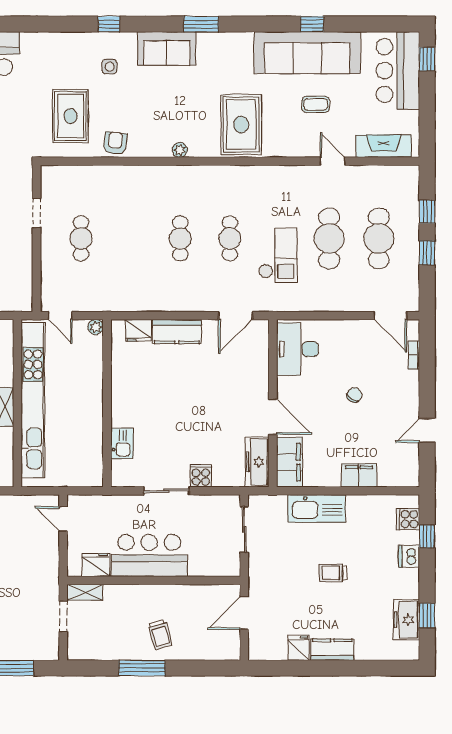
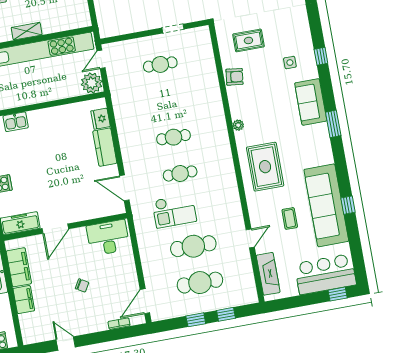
rug: (70, 116) -> (248, 40), width x0.73, depth x0.70
rug: (241, 124) -> (265, 167), turned 90
plant: (96, 327) -> (92, 83), width x1.87, depth x1.87
filing cabinet: (289, 462) -> (19, 267), moved, turned -90

